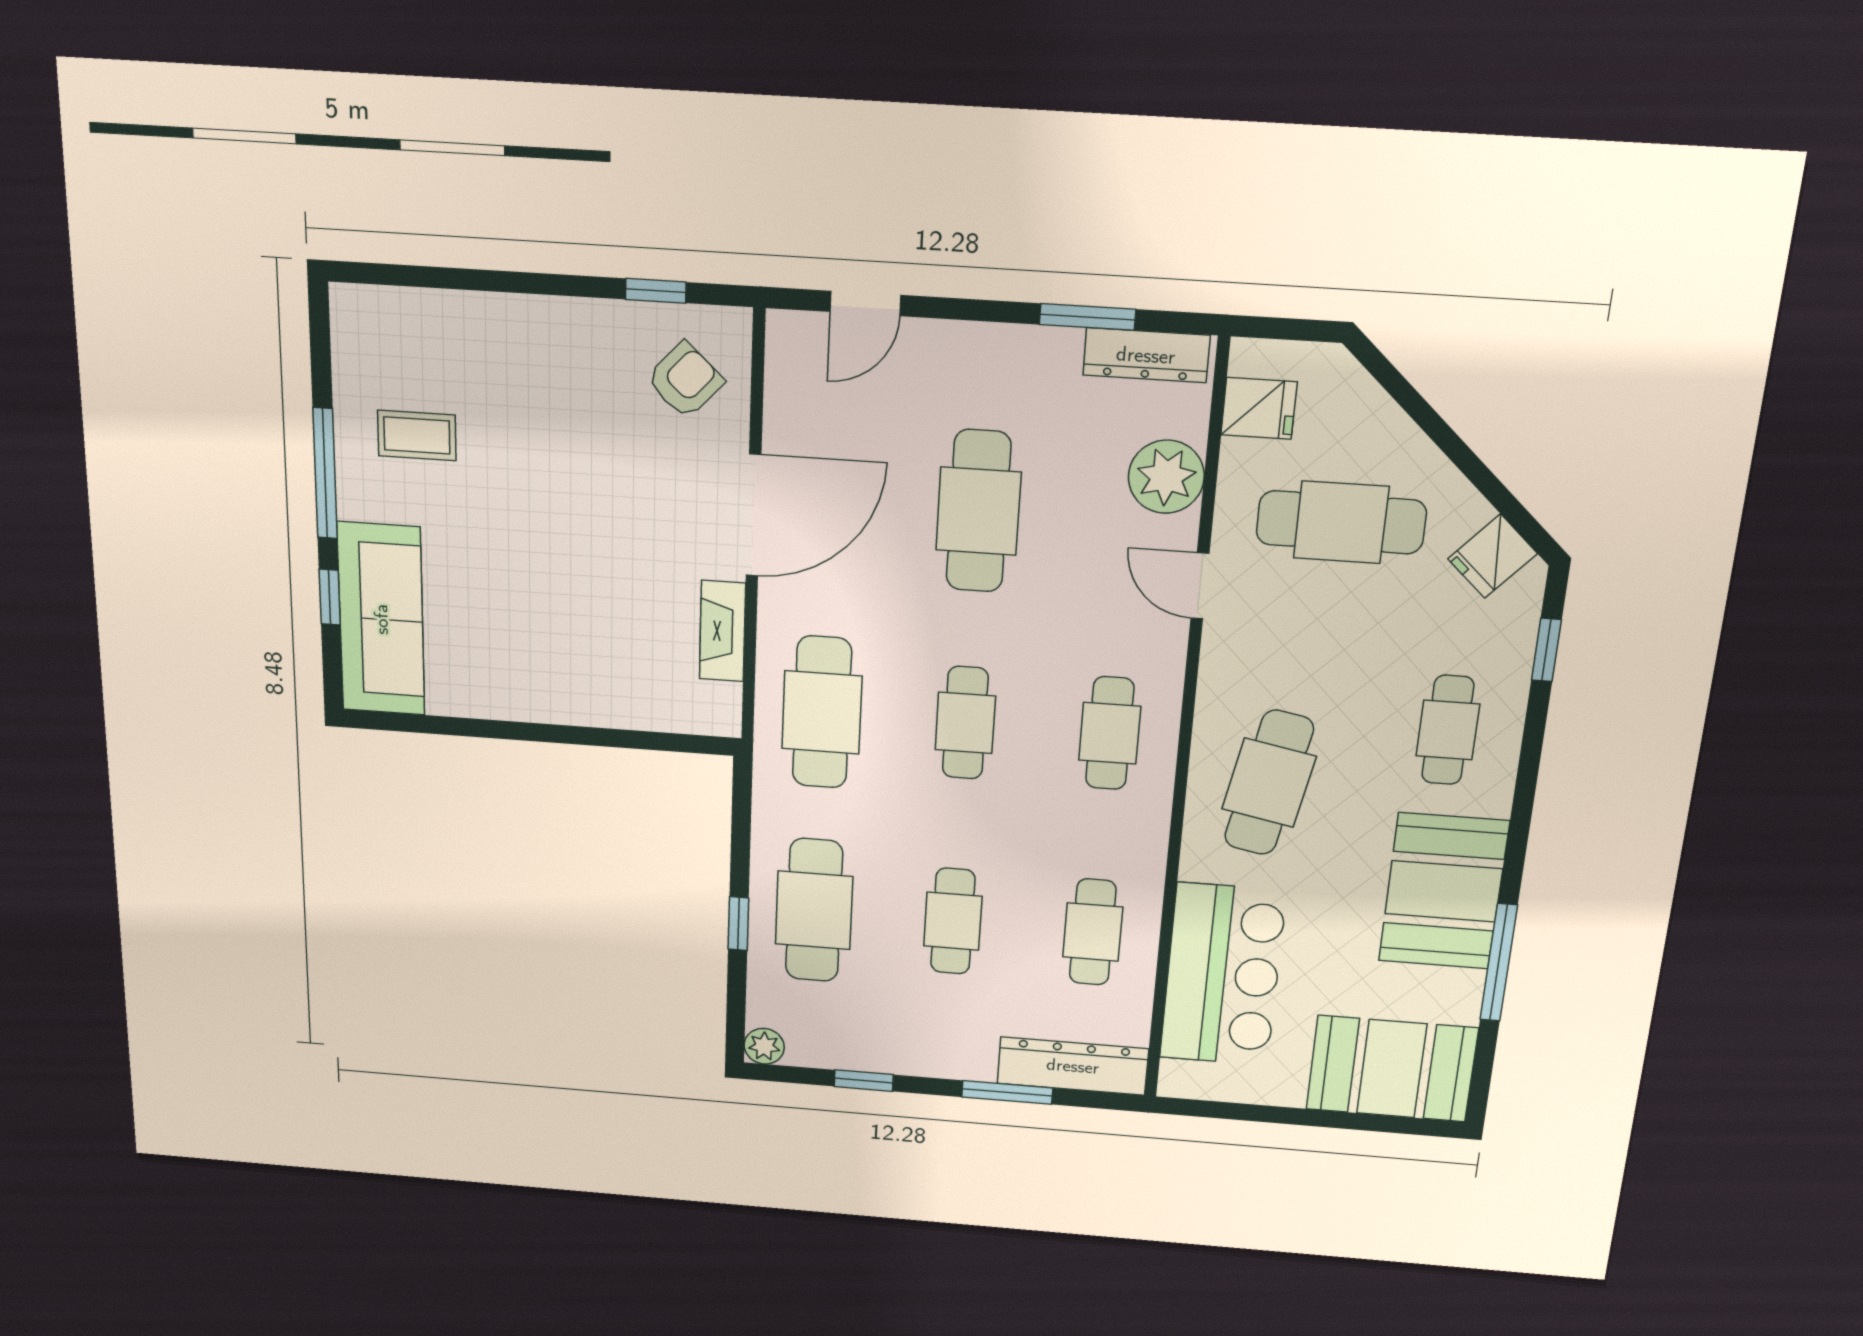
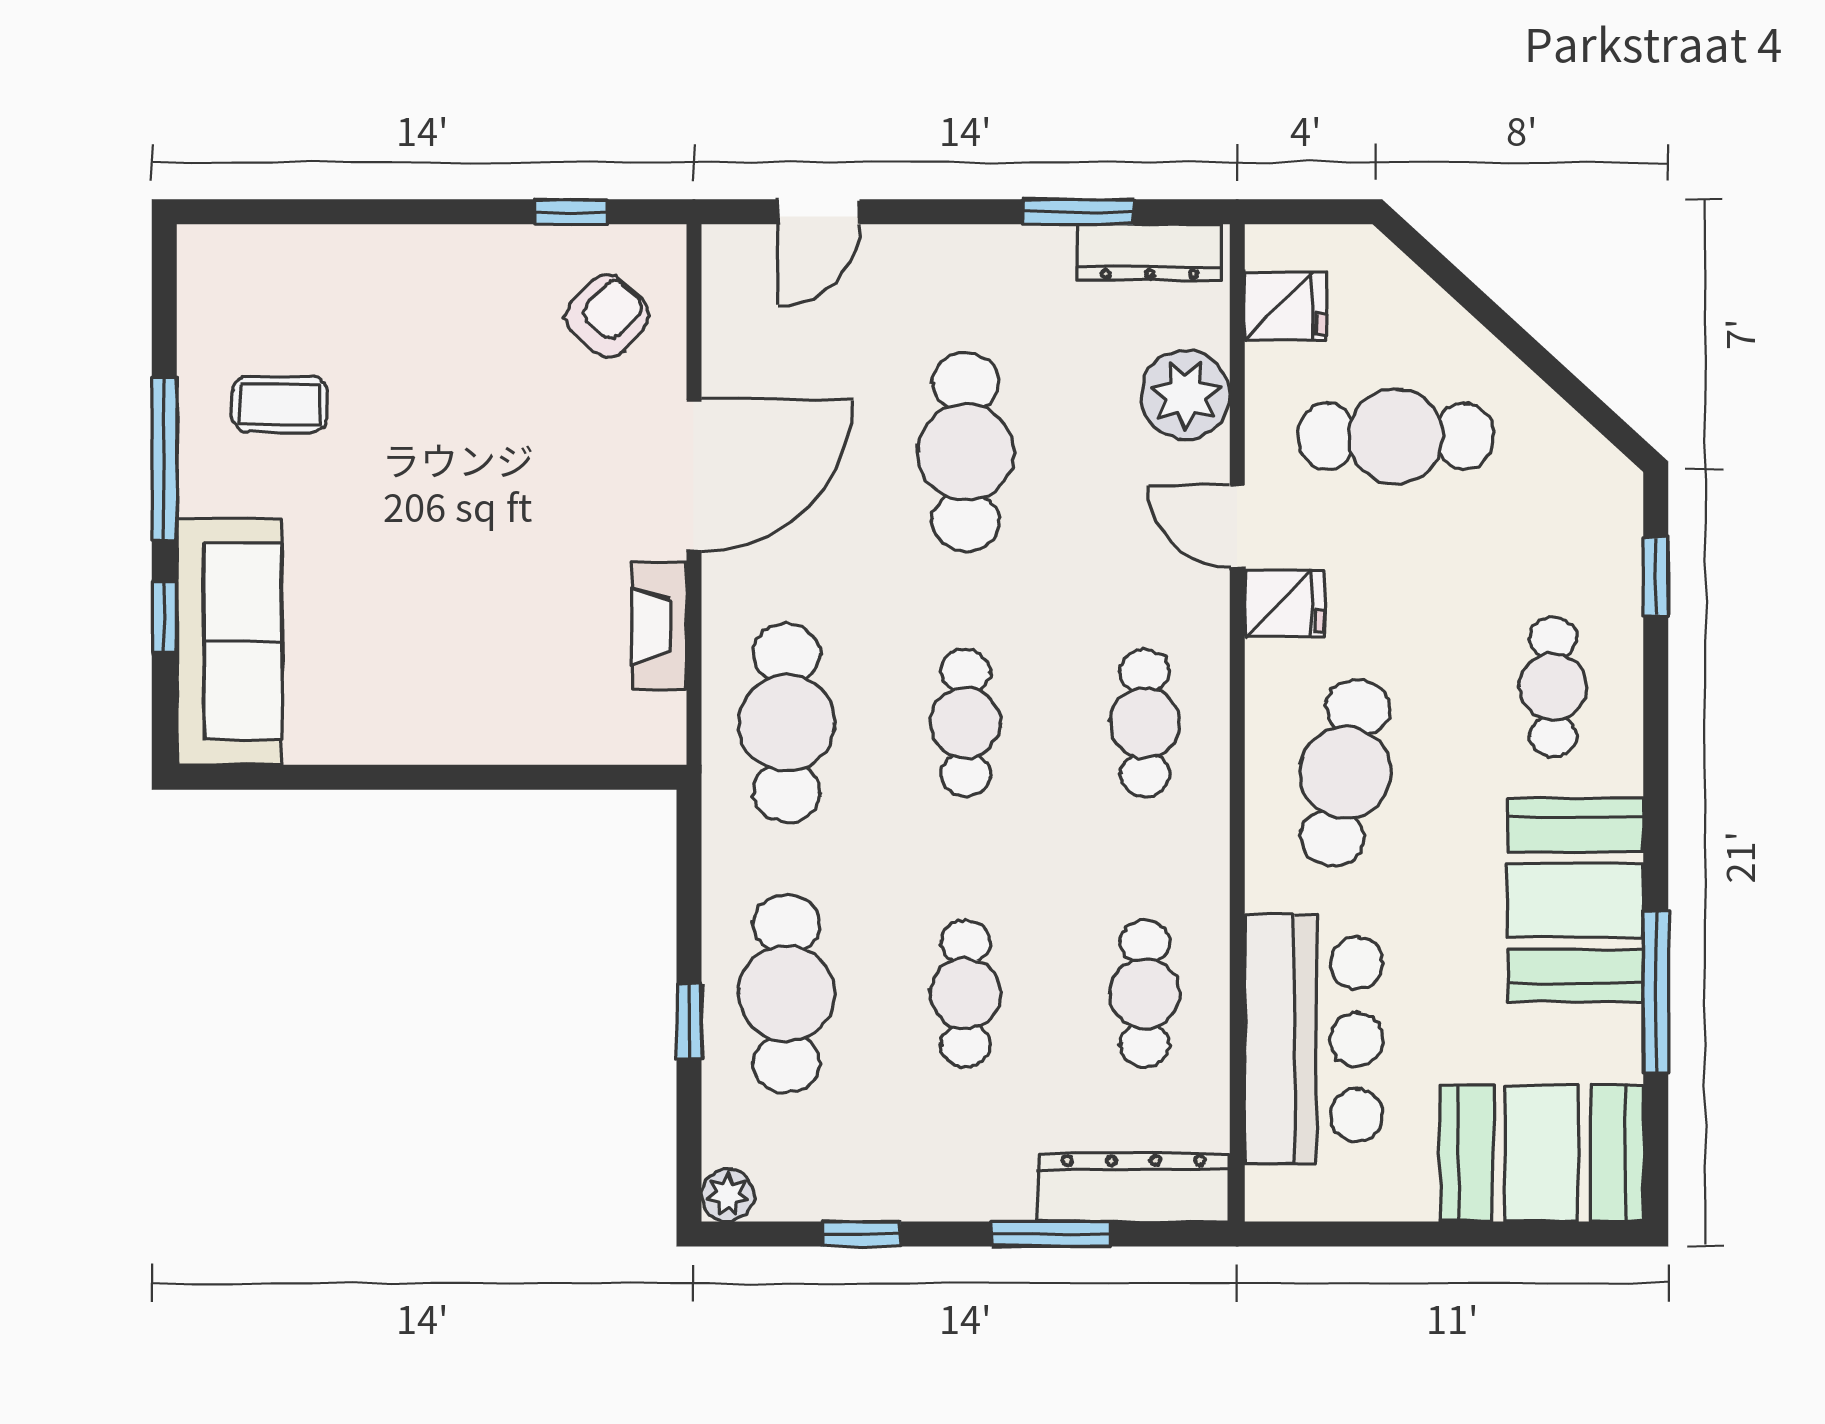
fridge: (1492, 556) -> (1285, 604), moved, turned -133

